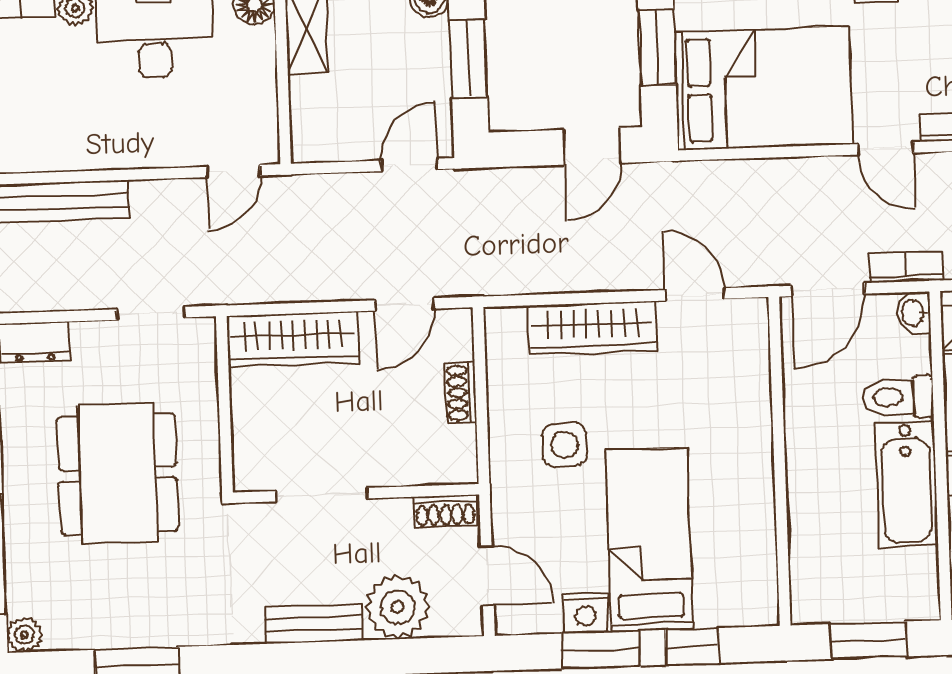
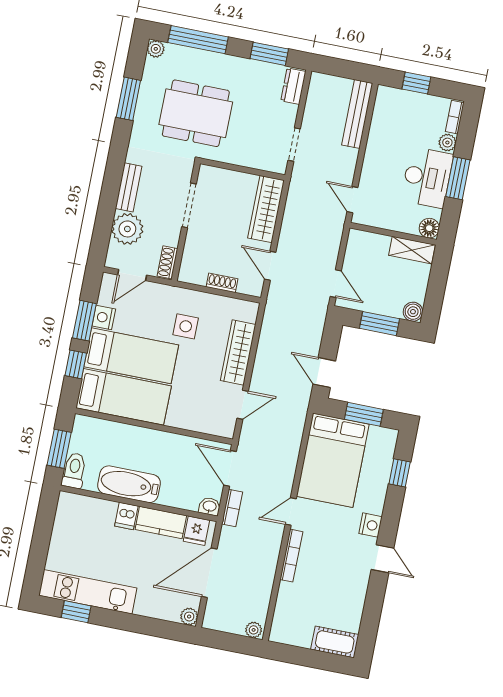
toilet: (898, 397) -> (74, 471), moved
dining table: (118, 474) -> (196, 113), moved
bed: (735, 536) -> (124, 397), added

